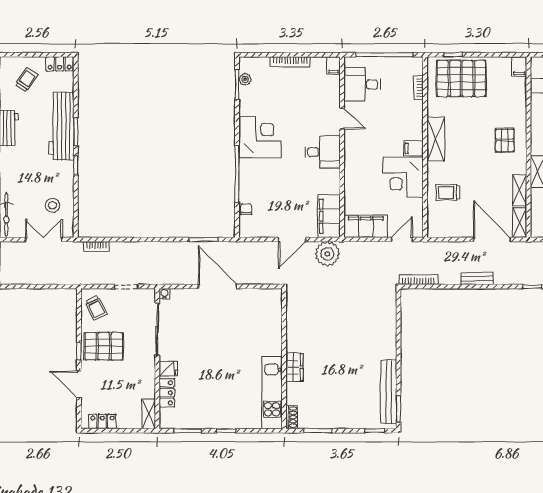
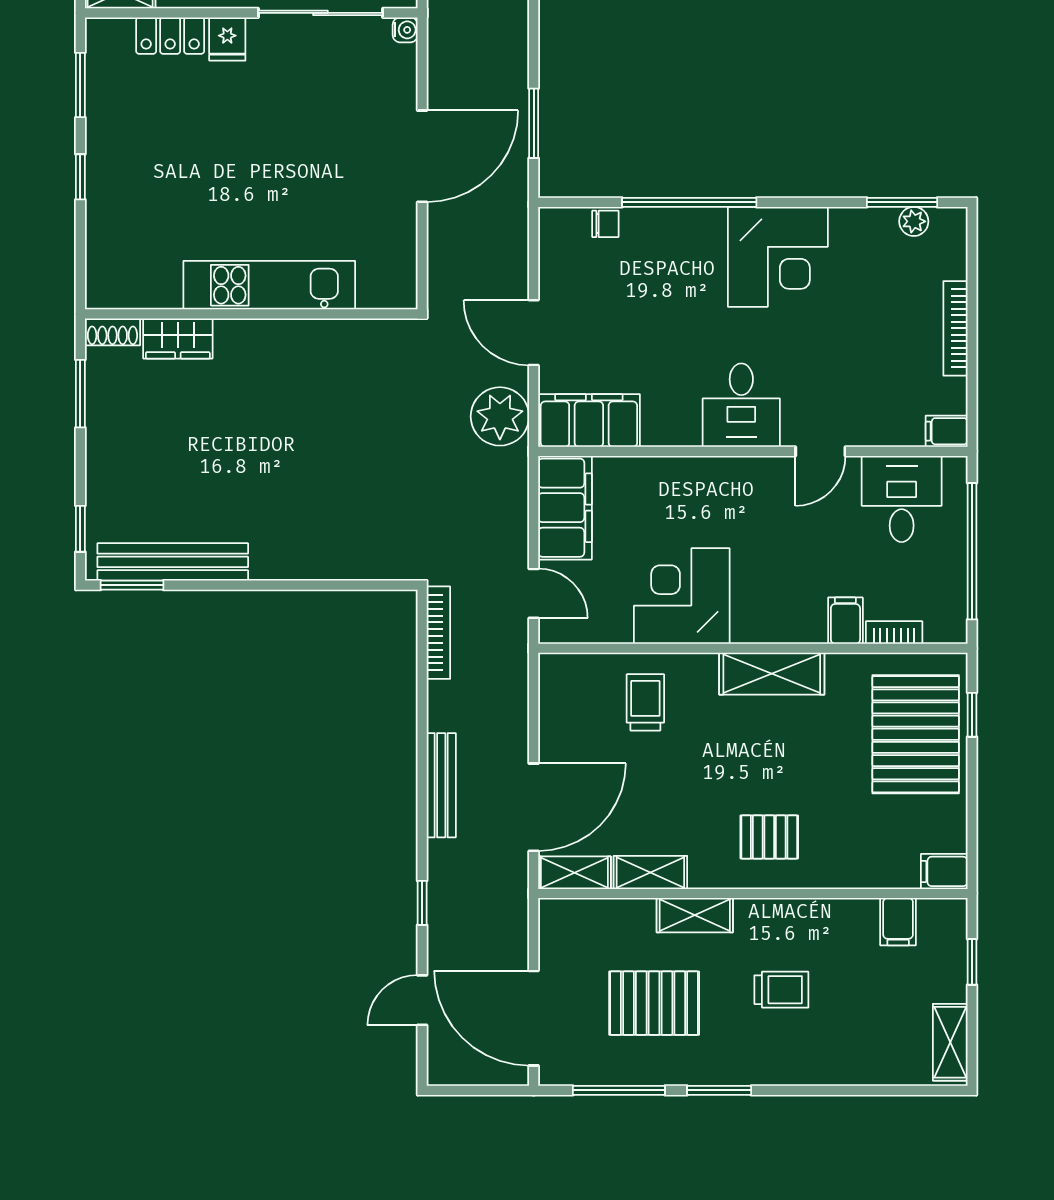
filing cabinet: (413, 148) -> (845, 621), moved
bench: (477, 279) -> (441, 785), width x1.36
wardrobe: (294, 367) -> (178, 338), moved
kitchen unit: (272, 393) -> (269, 285), moved

